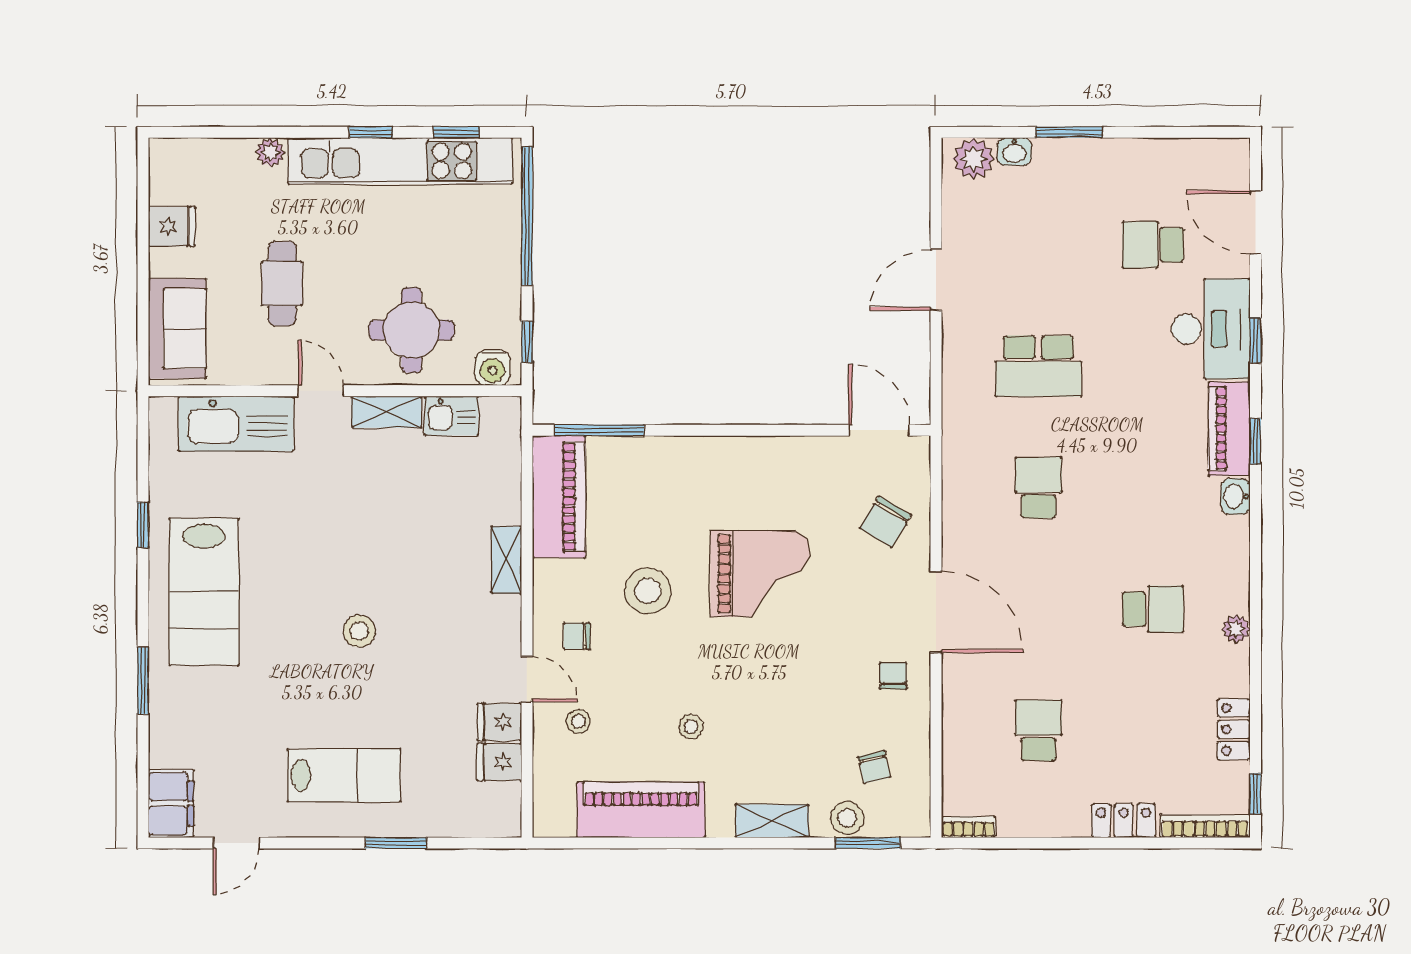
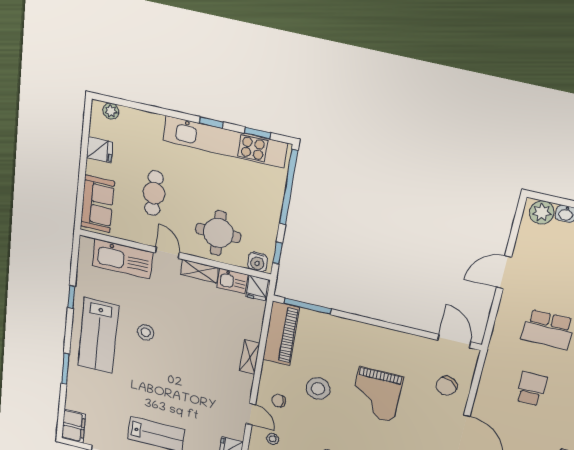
plant: (270, 152) -> (111, 111), moved
grand piano: (760, 574) -> (376, 395), turned 90
stool: (359, 631) -> (146, 332), moved
fridge: (499, 722) -> (257, 288), moved, turned -90

